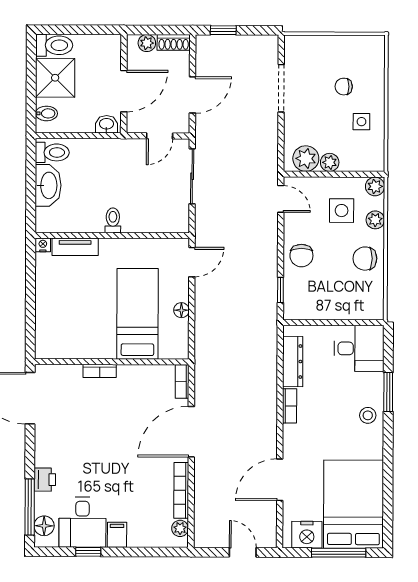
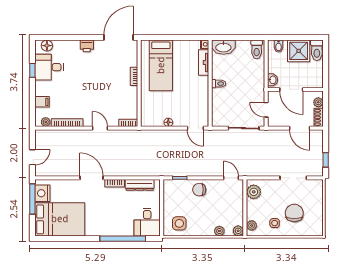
window: (223, 30) -> (326, 160), moved
chair: (344, 87) -> (294, 213), width x1.87, depth x1.87
door: (192, 95) -> (300, 128), moved
plant: (330, 162) -> (252, 225), moved
washbasin: (48, 185) -> (223, 47), moved
door: (281, 199) -> (231, 178), swing flipped
side table: (342, 211) -> (179, 223), moved
chair: (365, 259) -> (198, 225), removed
bed: (138, 314) -> (161, 65), moved, turned 90
window: (388, 392) -> (123, 239), width x2.11
stool: (368, 415) -> (110, 227), removed
door: (191, 432) -> (100, 128), width x0.53
printer: (45, 480) -> (87, 46), moved
door: (280, 480) -> (92, 178), moved
window: (30, 507) -> (57, 37), removed
filing cabinet: (117, 535) -> (42, 102), moved
window: (339, 553) -> (32, 199), moved

